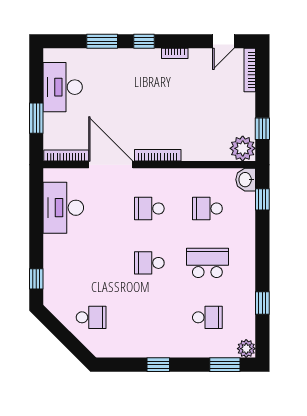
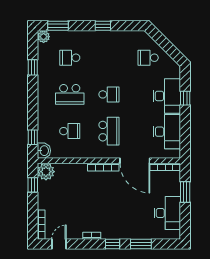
school desk: (149, 208) -> (109, 131), width x1.85
desk: (64, 261) -> (167, 96), added
window: (36, 279) -> (185, 98), moved

